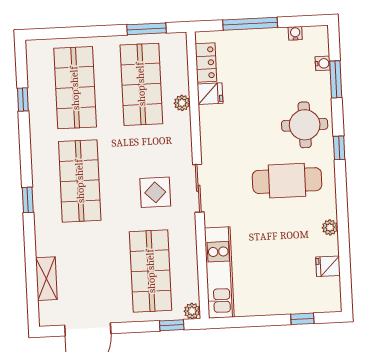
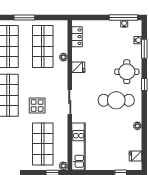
window: (250, 24) -> (123, 18), moved
window: (146, 29) -> (24, 18), moved
fridge: (210, 94) -> (78, 67), moved
display table: (155, 192) -> (37, 105), moved
fridge: (328, 266) -> (135, 156), moved

